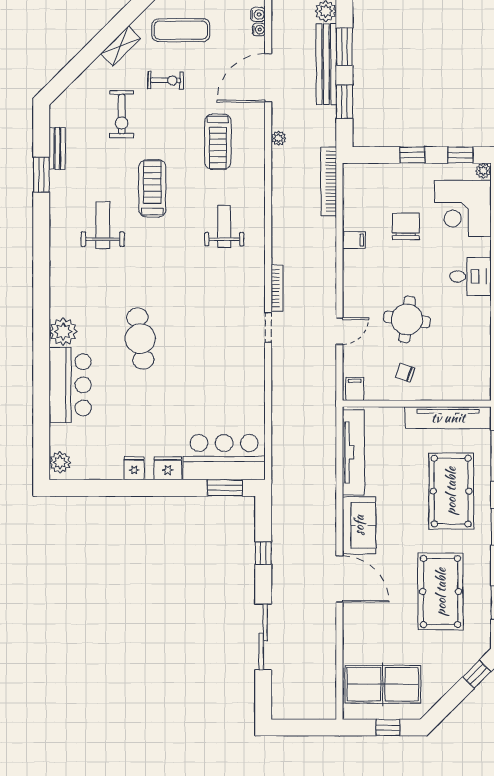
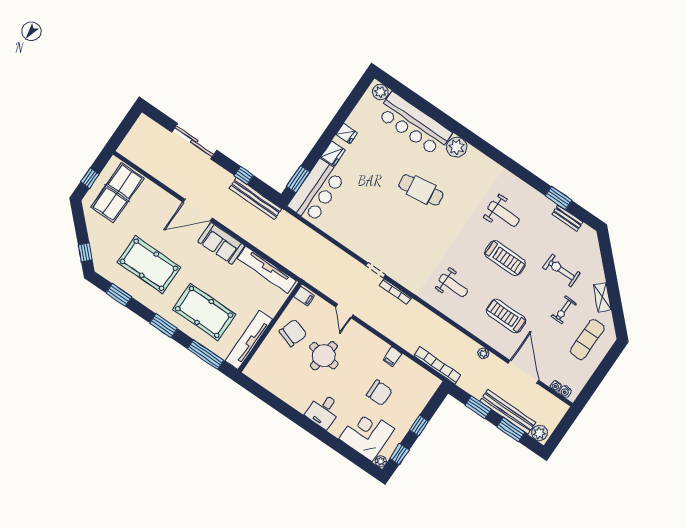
chair: (405, 373) -> (293, 333), width x1.87, depth x1.87
bar counter: (70, 385) -> (414, 124), width x1.36
bench: (281, 522) -> (255, 198), added

